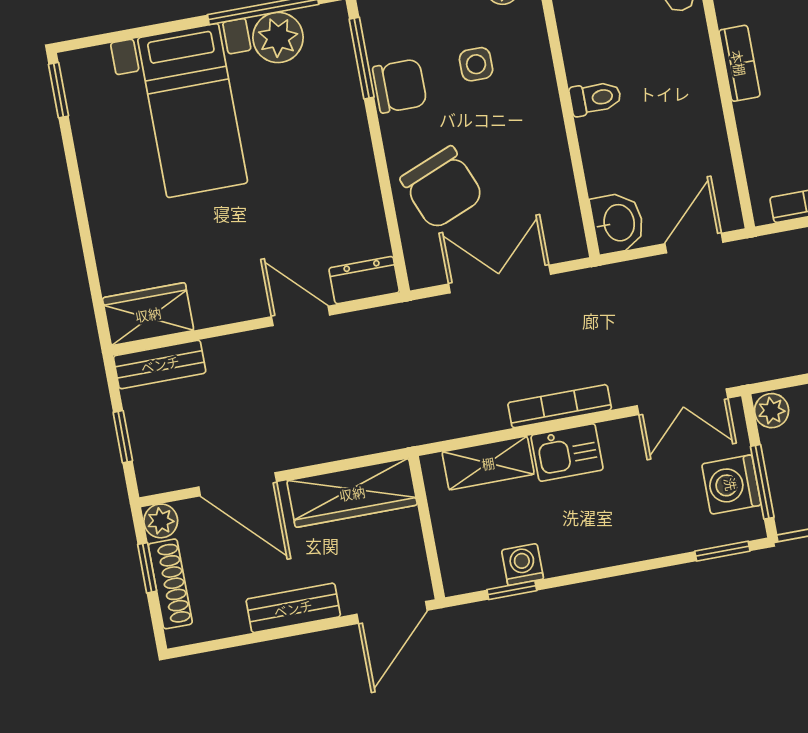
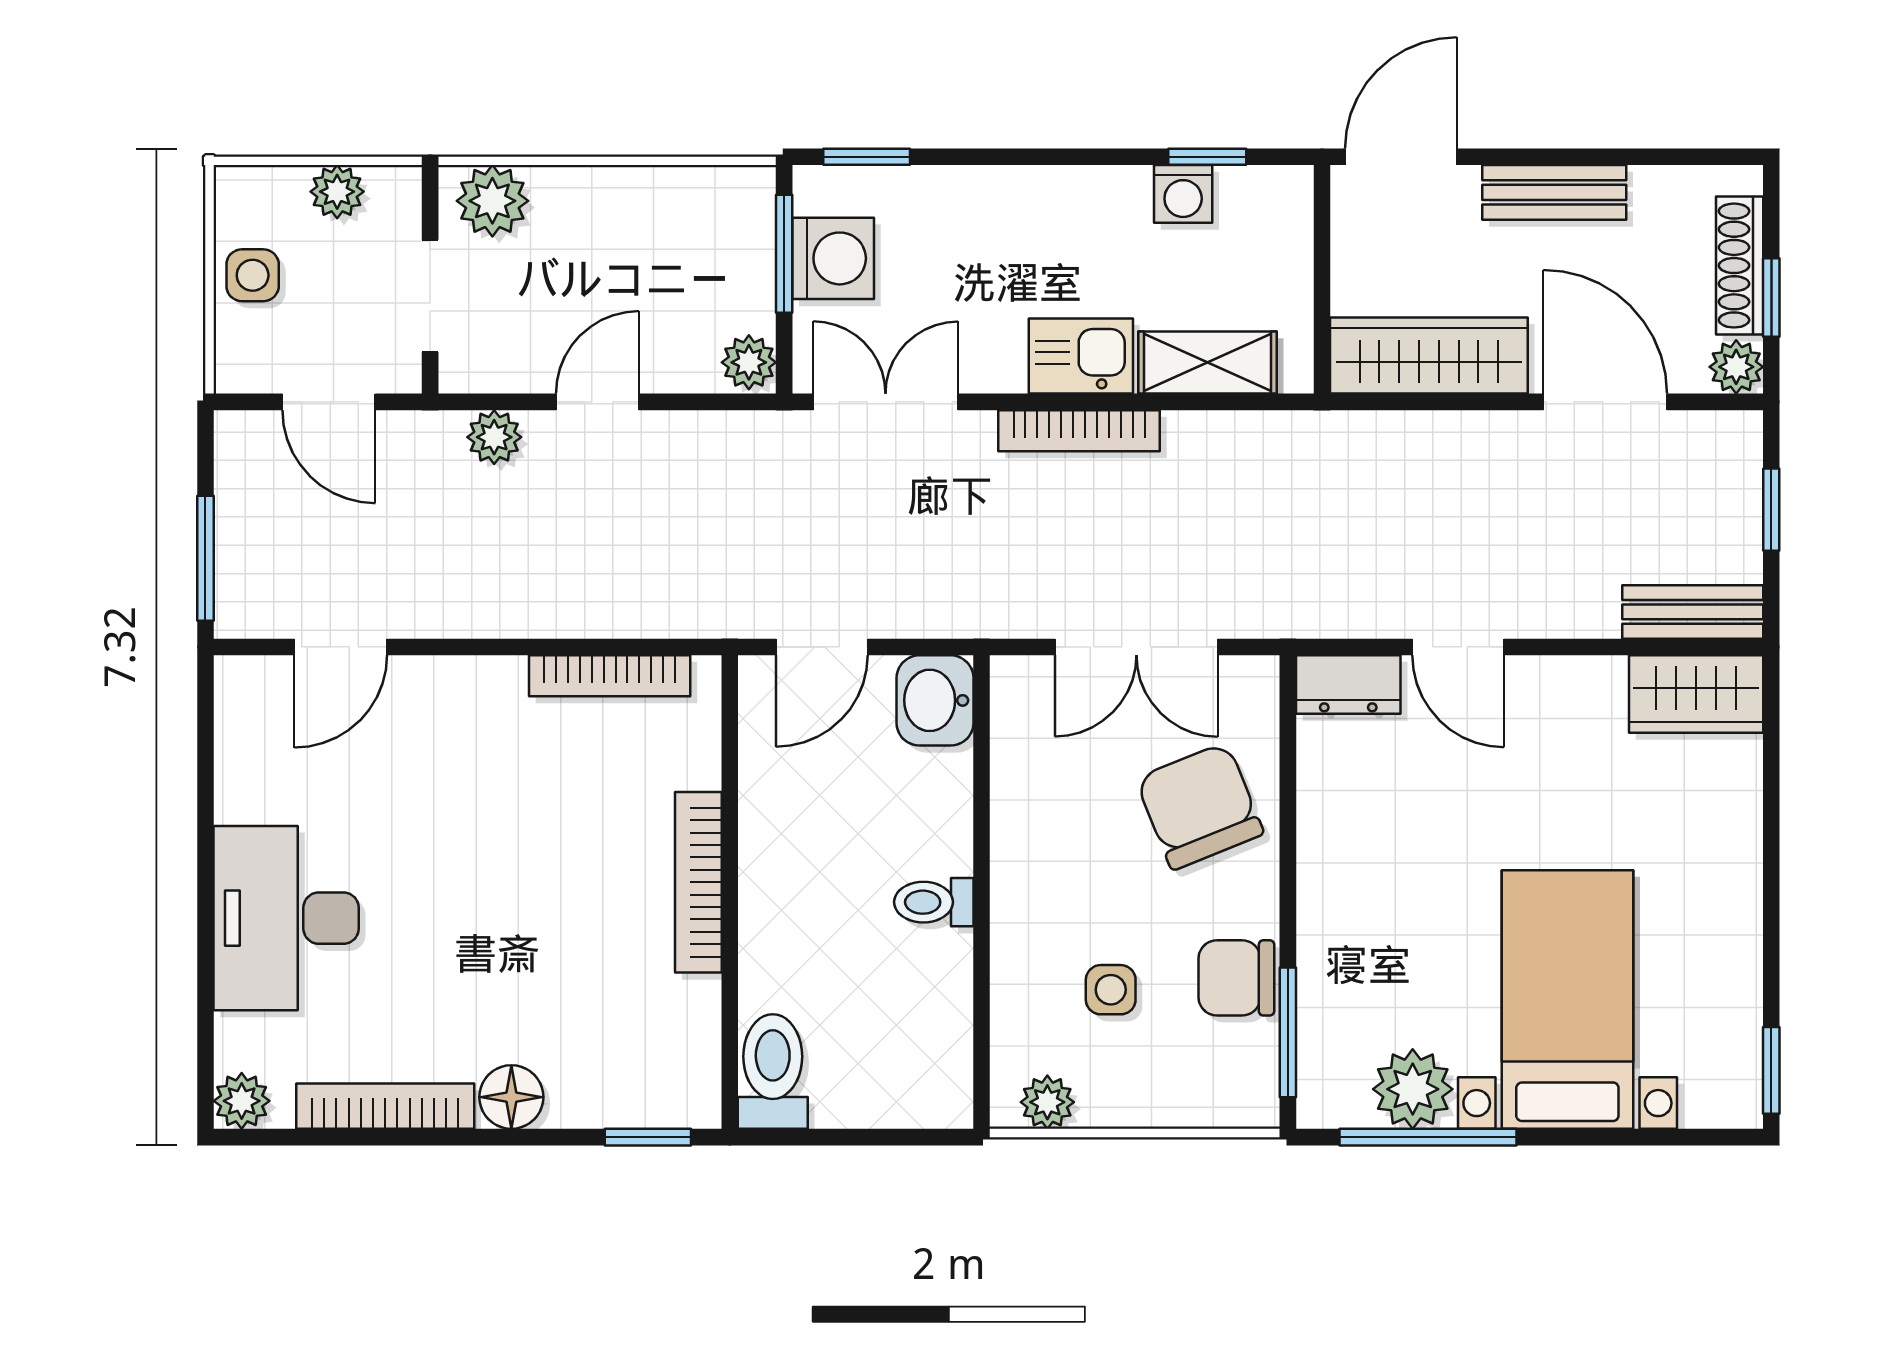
bookcase: (739, 63) -> (698, 882), width x1.56

